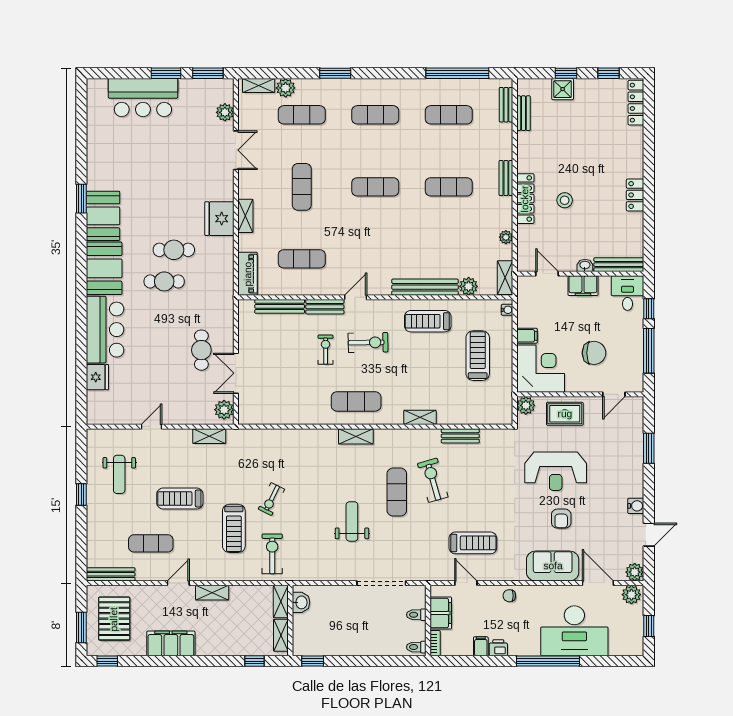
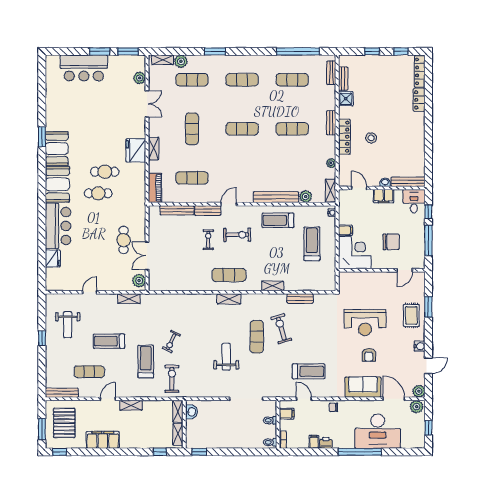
shower: (563, 89) -> (346, 99), moved
locker: (635, 195) -> (419, 100), moved
plant: (526, 405) -> (345, 278), removed
rug: (565, 414) -> (411, 315), moved, turned 90
treadmill: (234, 528) -> (146, 361), turned 180
filing cabinet: (441, 613) -> (287, 414), width x0.50

